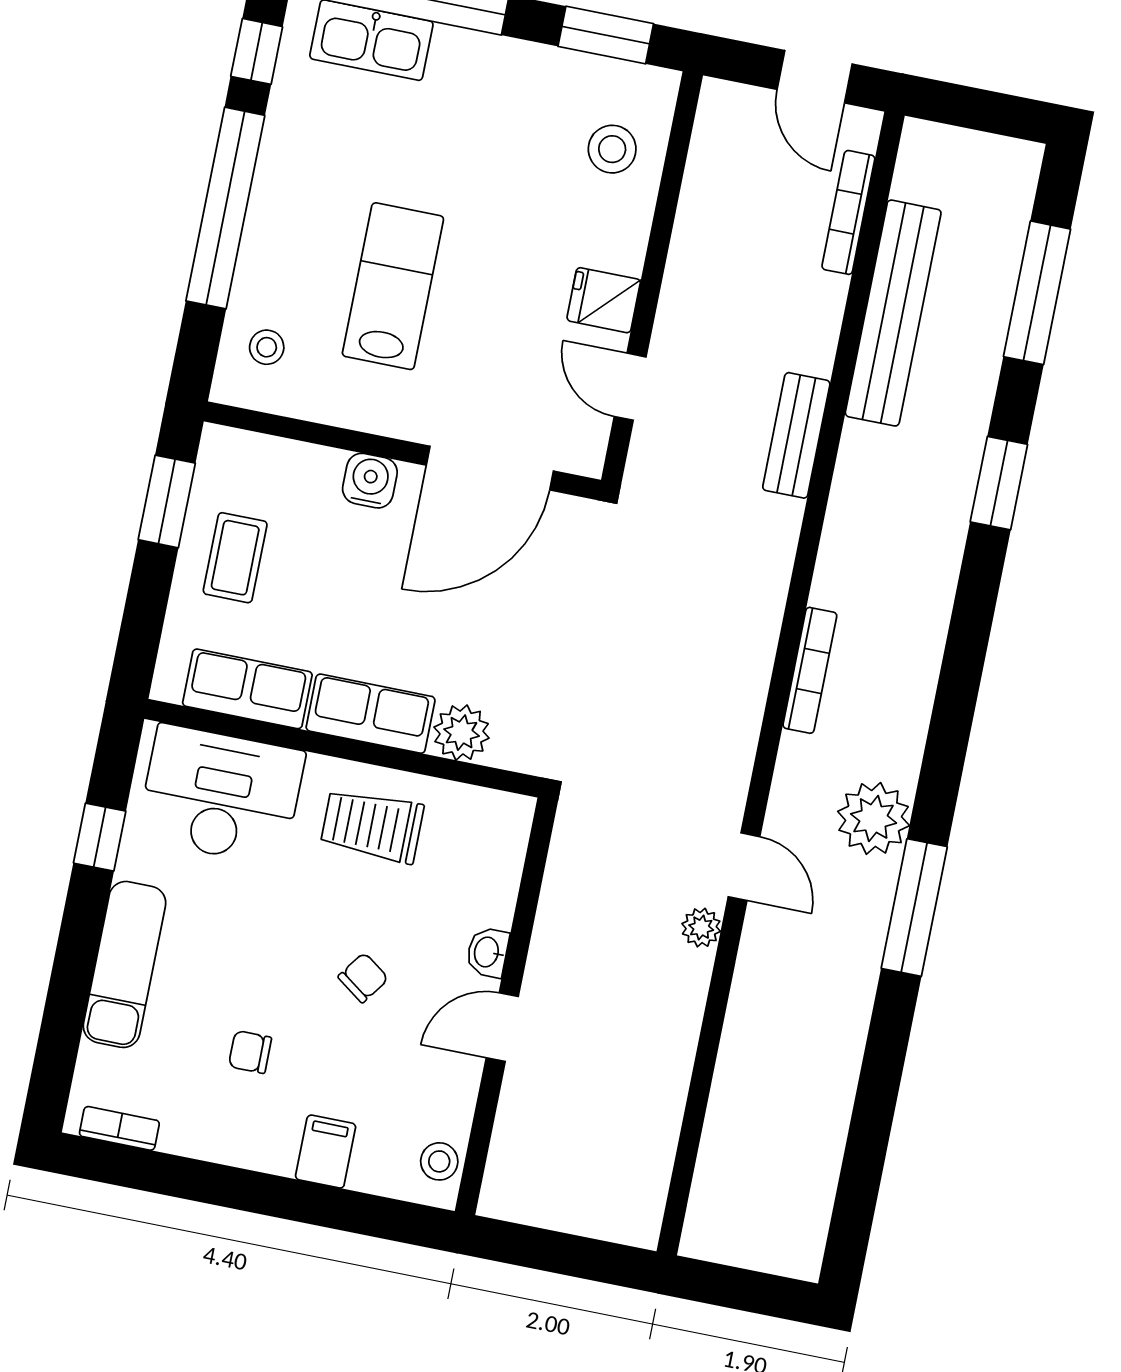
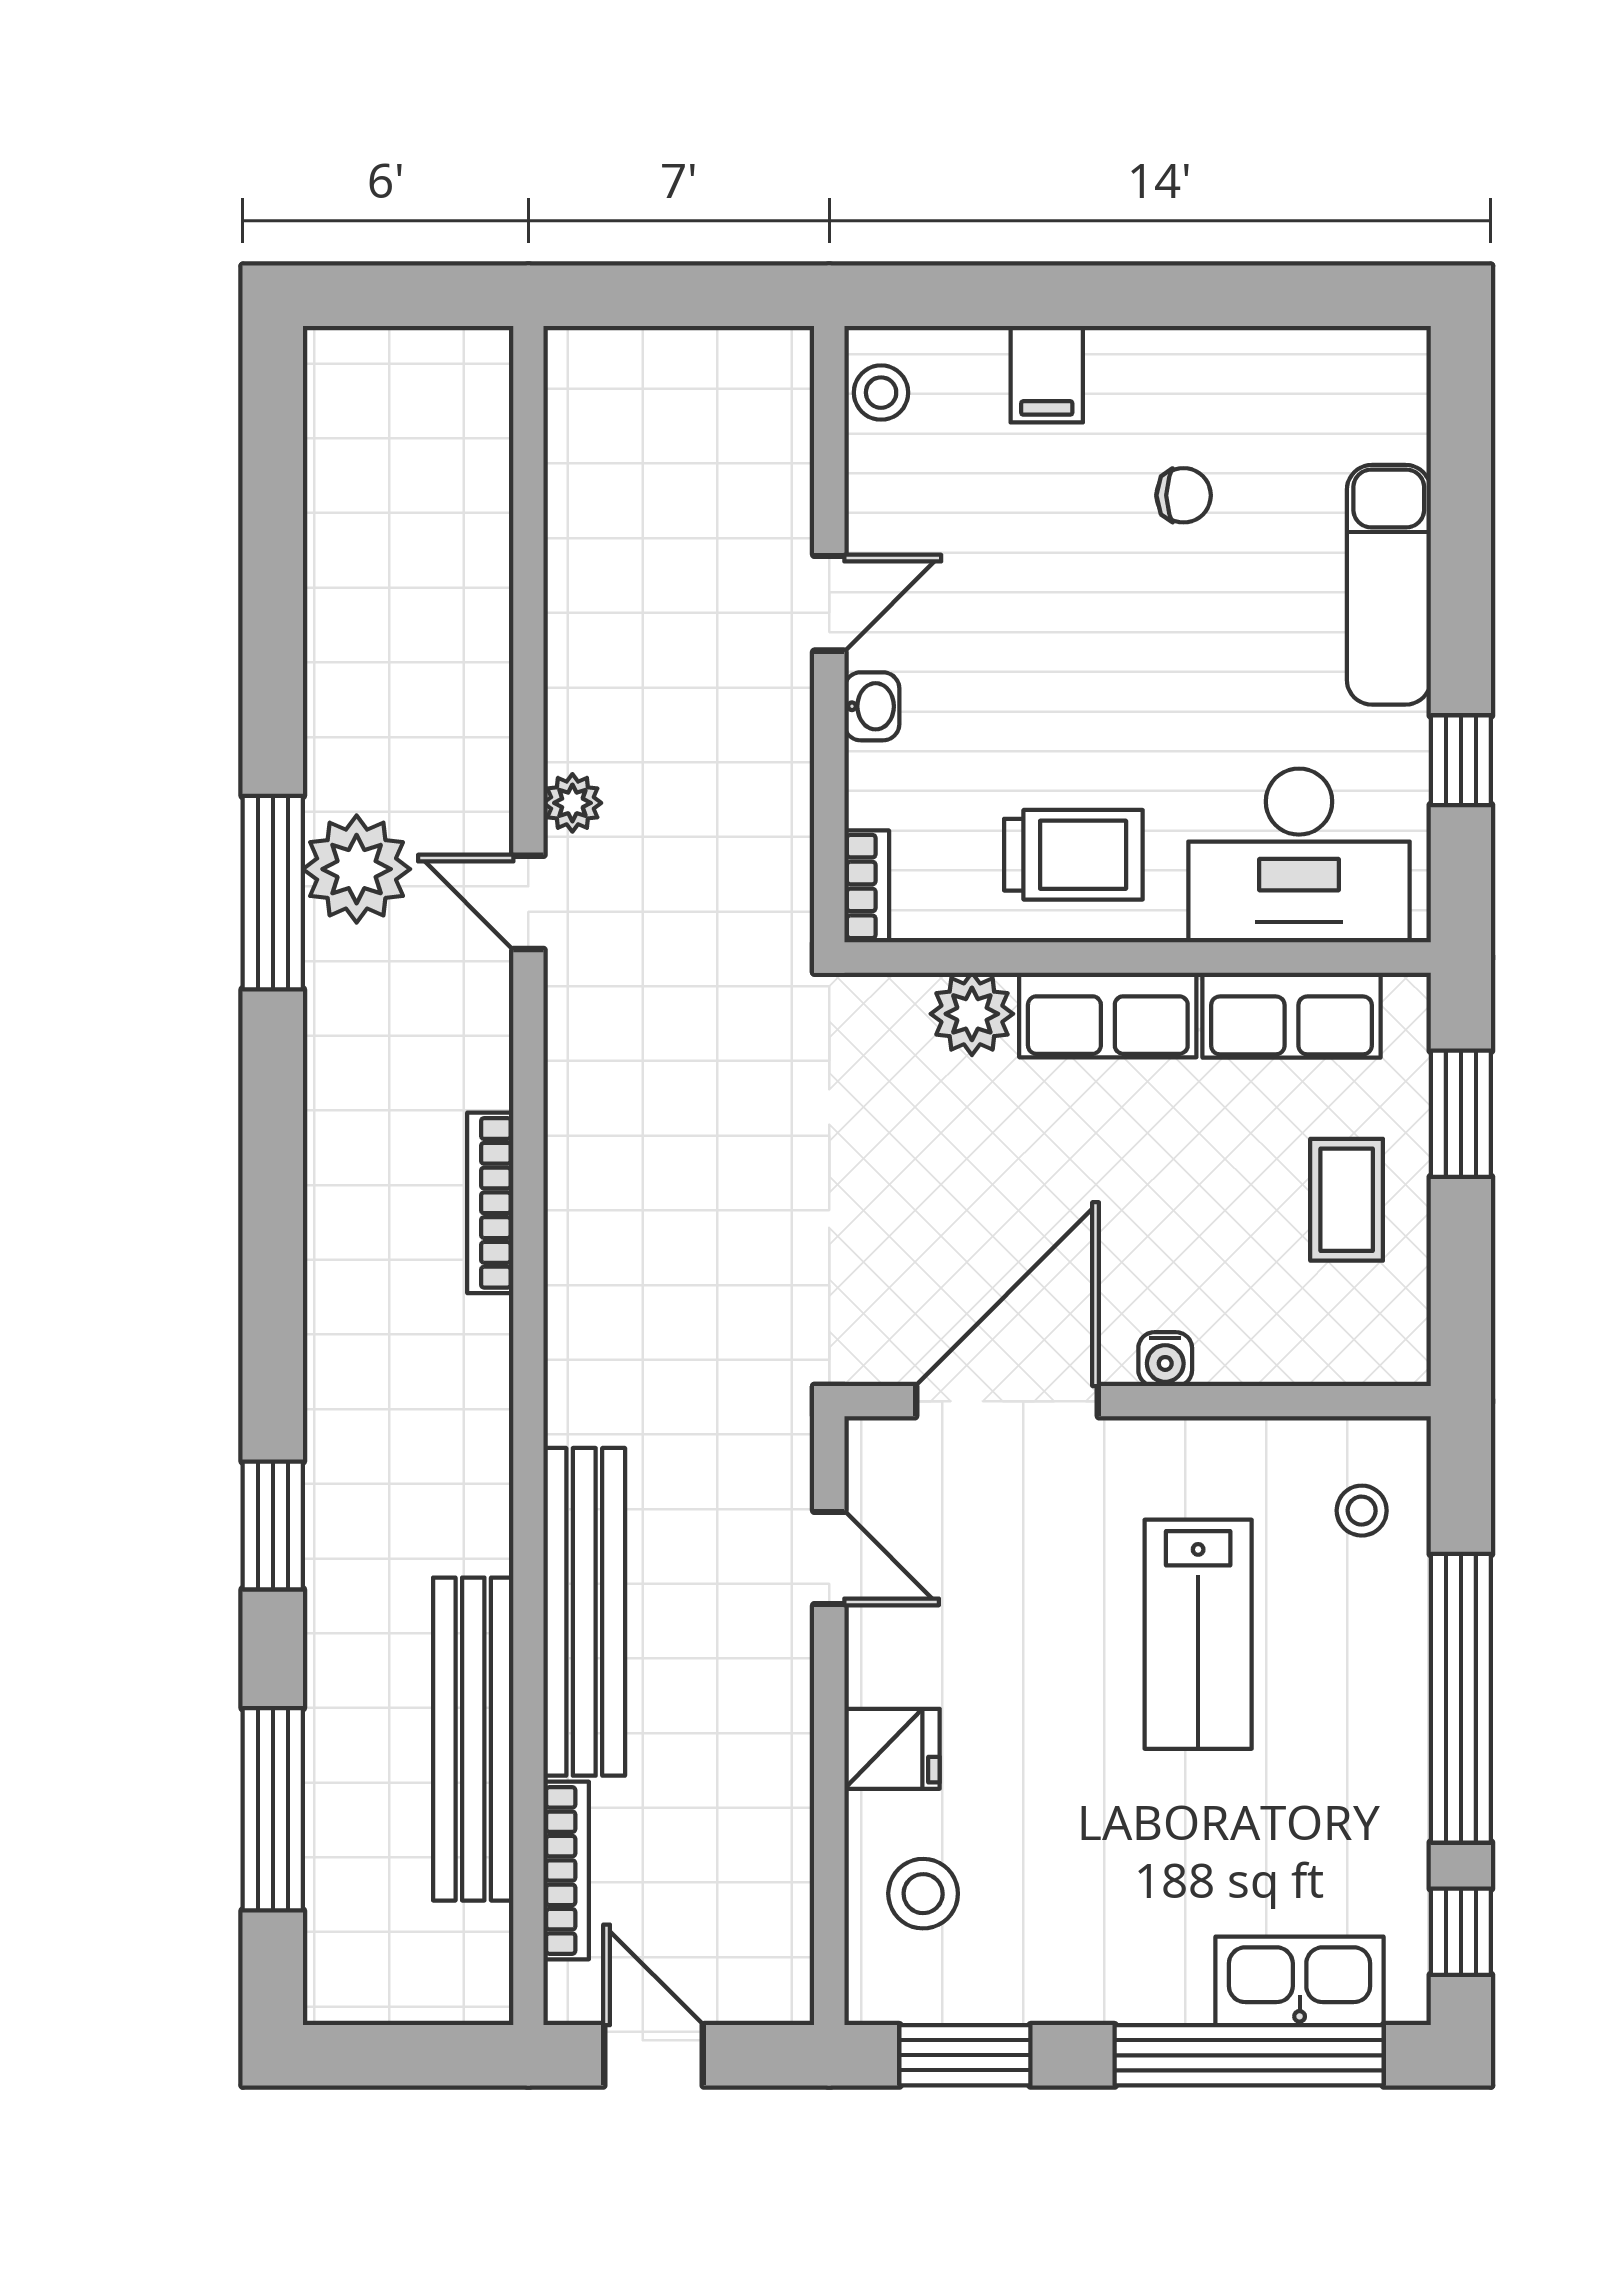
fridge: (604, 300) -> (892, 1749), moved
bench: (796, 435) -> (584, 1612), width x1.86, depth x1.21
water cooler: (370, 481) -> (1165, 1359), width x0.72, depth x0.72
window: (167, 501) -> (1461, 1114), moved
plant: (874, 818) -> (357, 869), moved
chair: (363, 978) -> (1043, 634), removed
bookcase: (119, 1128) -> (867, 886), moved, turned -90

